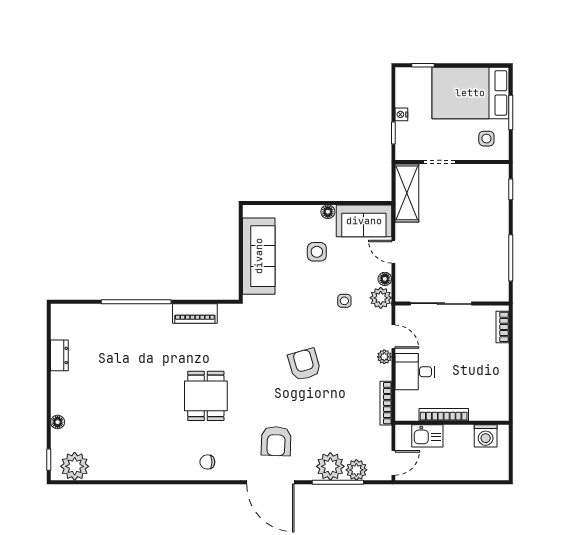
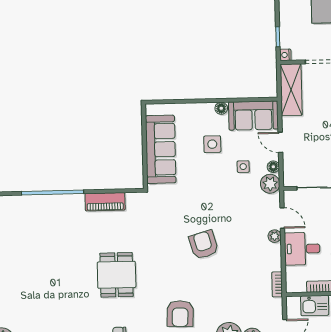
nightstand: (401, 114) -> (285, 55), moved
side table: (344, 301) -> (243, 167), moved
bookcase: (386, 403) -> (277, 284), width x0.64

